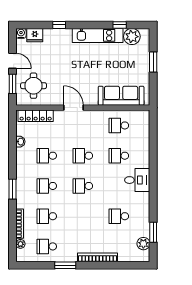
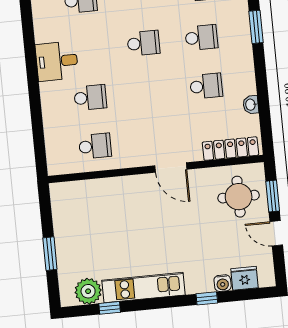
water cooler: (21, 33) -> (223, 283), moved
sofa: (121, 96) -> (96, 194), removed
school desk: (83, 156) -> (148, 92), removed

